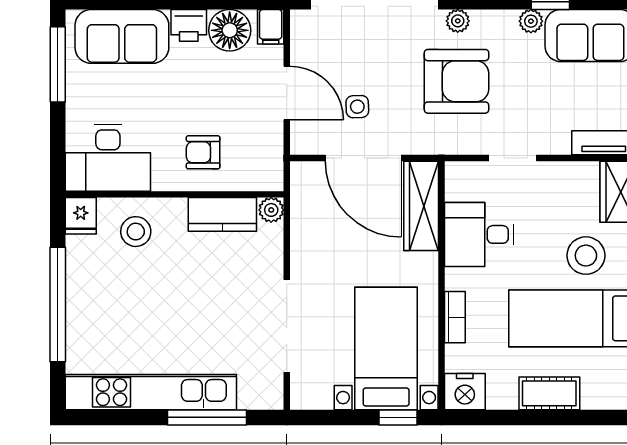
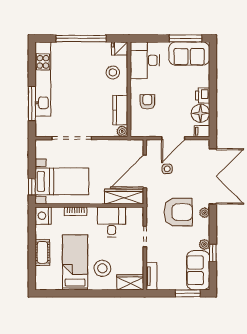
sofa: (122, 36) -> (189, 54), moved, turned -90
armchair: (457, 81) -> (178, 212), turned -90

